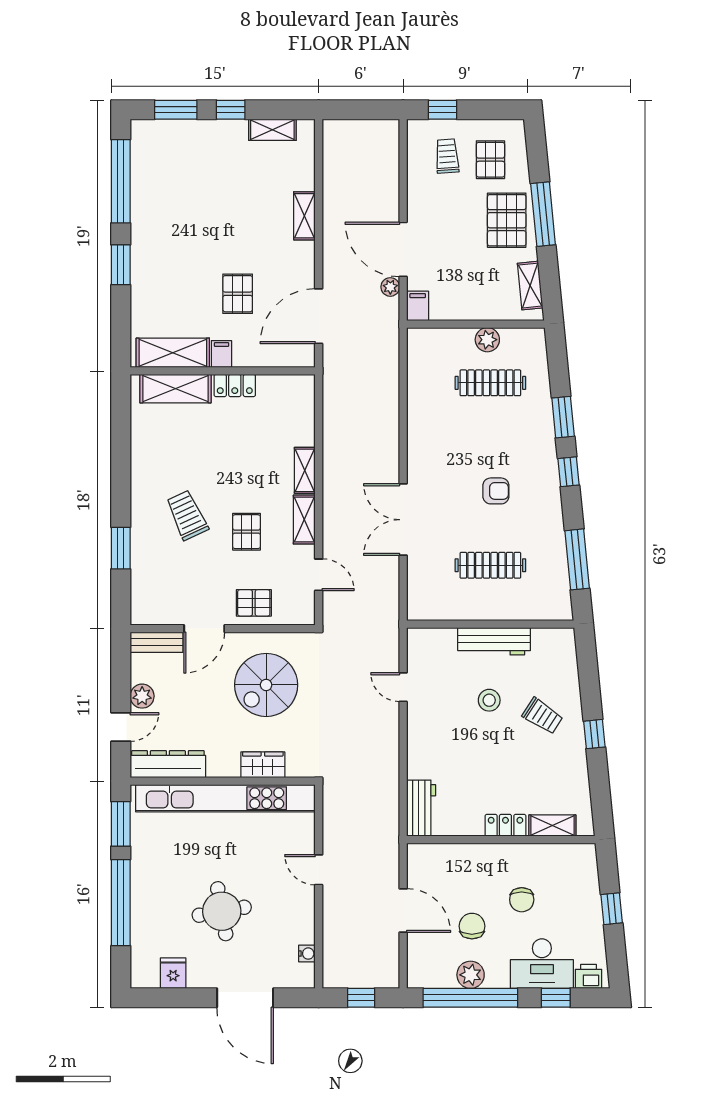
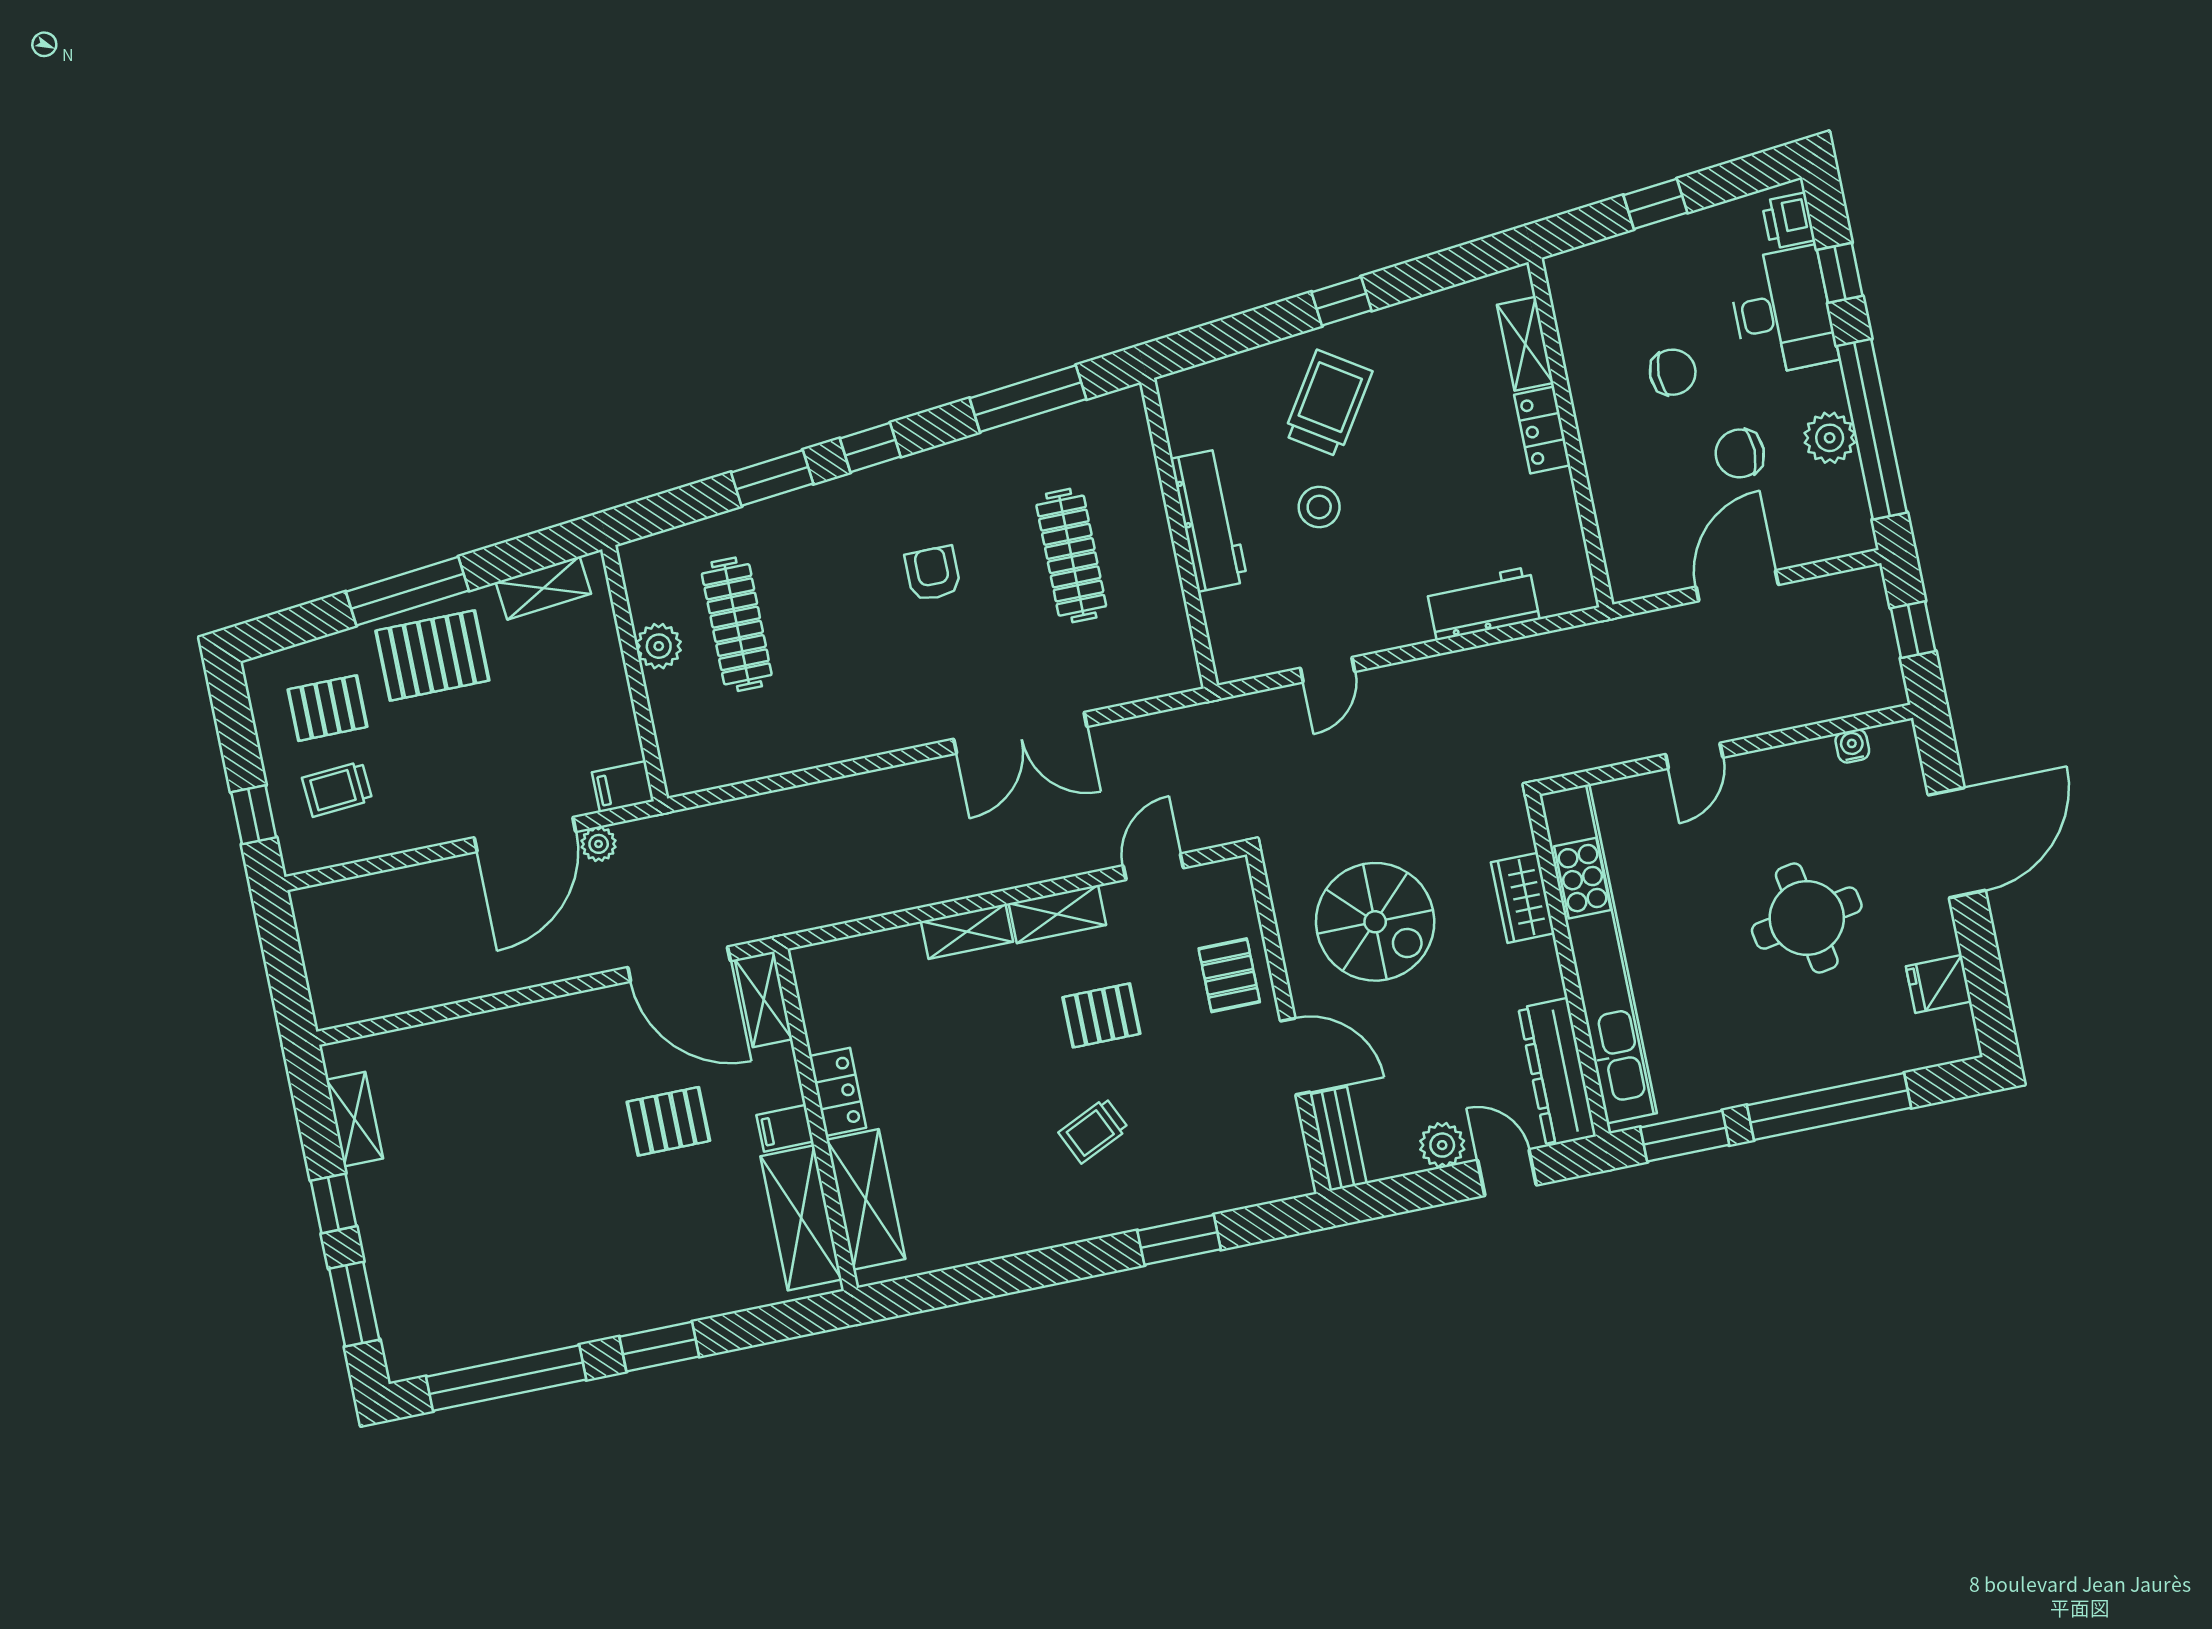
shelving: (304, 216) -> (764, 999), moved, turned 90
trolley: (187, 515) -> (1093, 1131), width x0.73, depth x0.72
trolley: (543, 716) -> (1328, 403), width x1.36, depth x1.39
workbench: (421, 808) -> (1483, 604), moved

